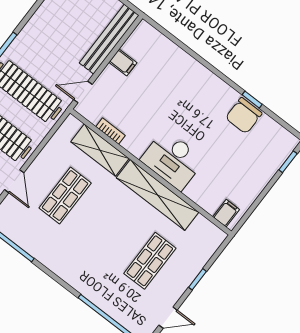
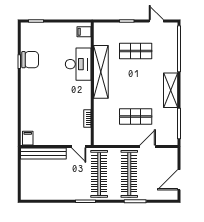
filing cabinet: (123, 62) -> (28, 138), moved
shelving: (100, 150) -> (171, 90), moved
desk: (172, 160) -> (78, 64), moved

